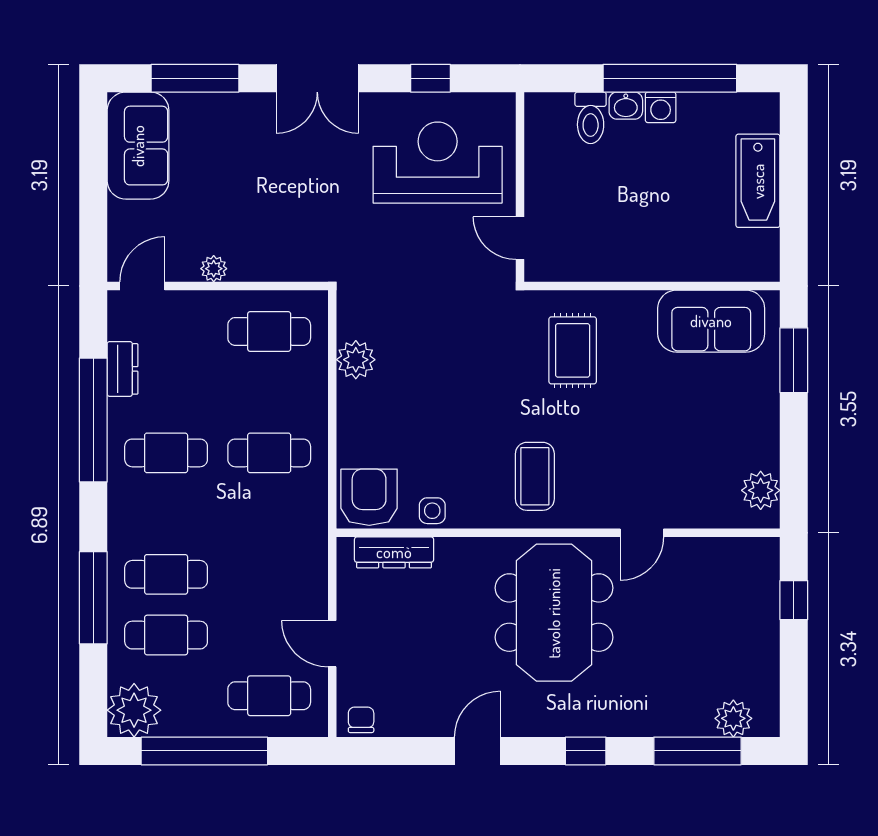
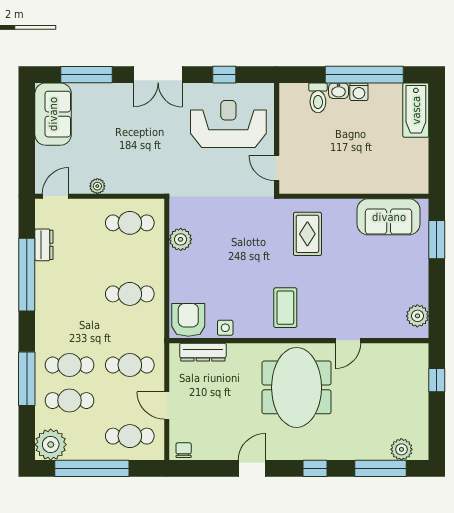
bathtub: (758, 181) -> (416, 110), moved
cafe table: (166, 453) -> (130, 365), moved

